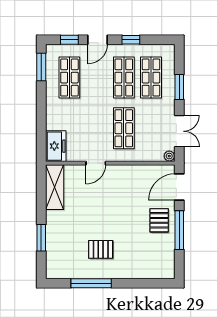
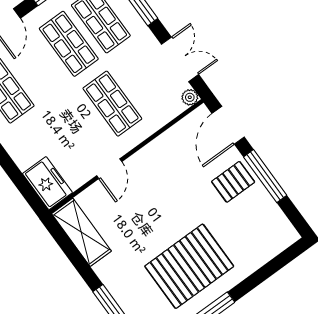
pallet: (159, 220) -> (233, 182), turned 90
pallet: (101, 249) -> (189, 266), width x2.05, depth x2.00

